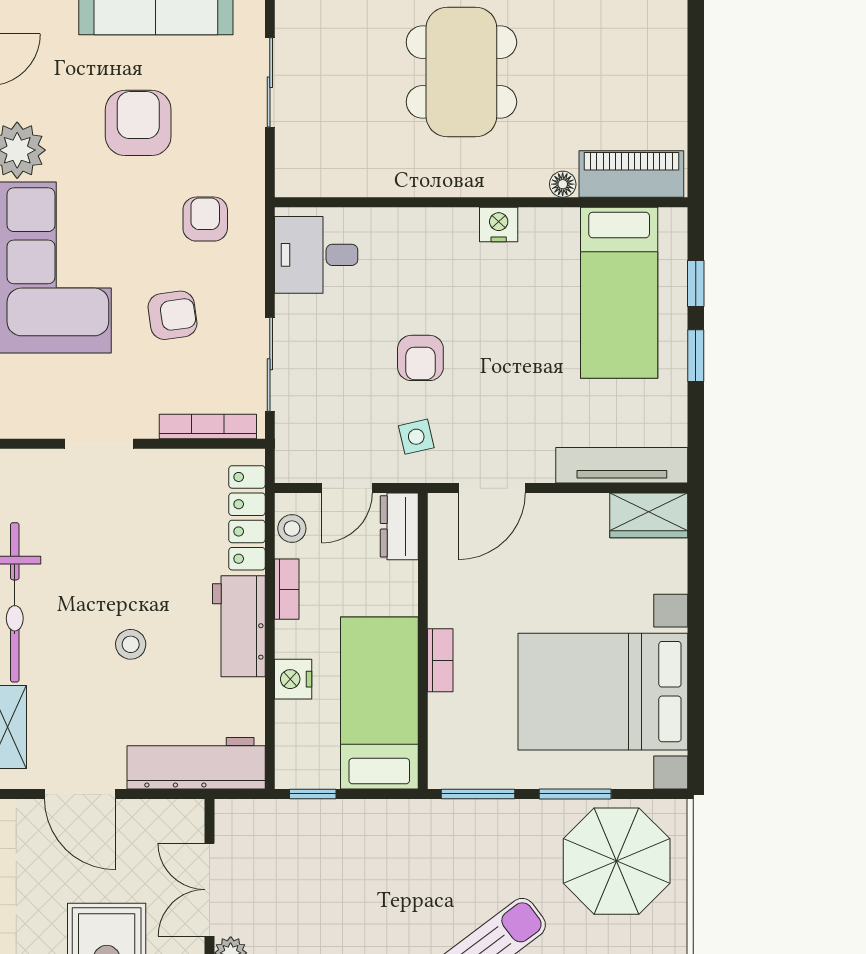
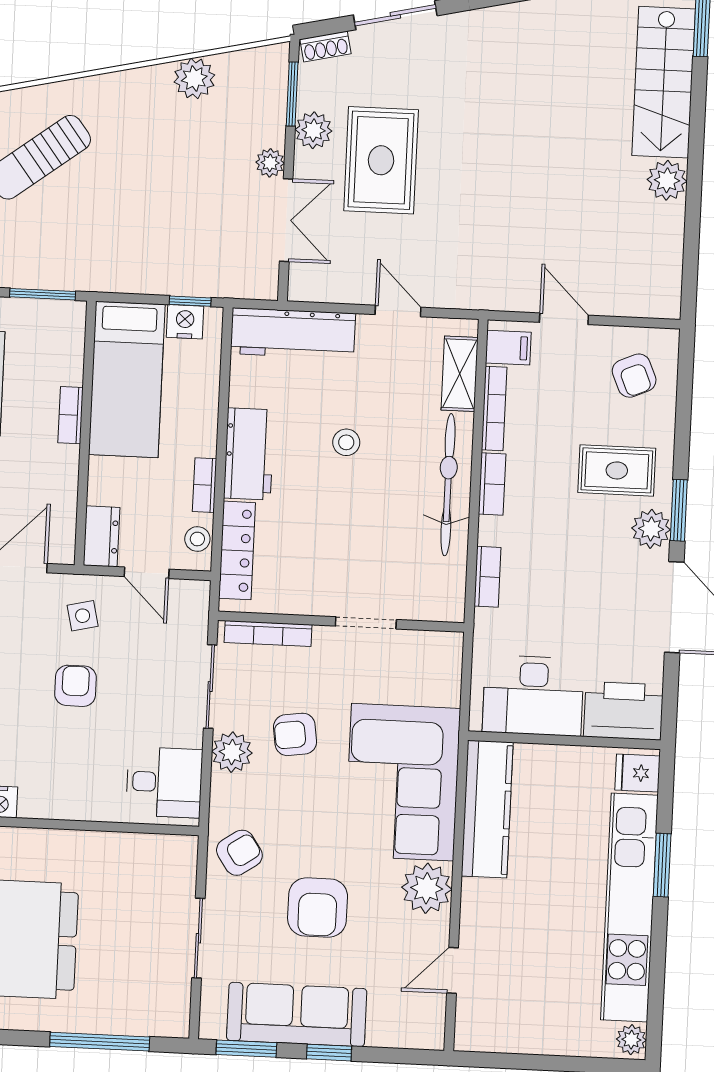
armchair: (205, 219) -> (239, 853), moved, turned -124
plant: (242, 292) -> (232, 752), added
door: (347, 488) -> (147, 573), swing flipped
nightstand: (293, 679) -> (185, 322), moved, turned -90
door: (80, 794) -> (398, 311), width x0.73

